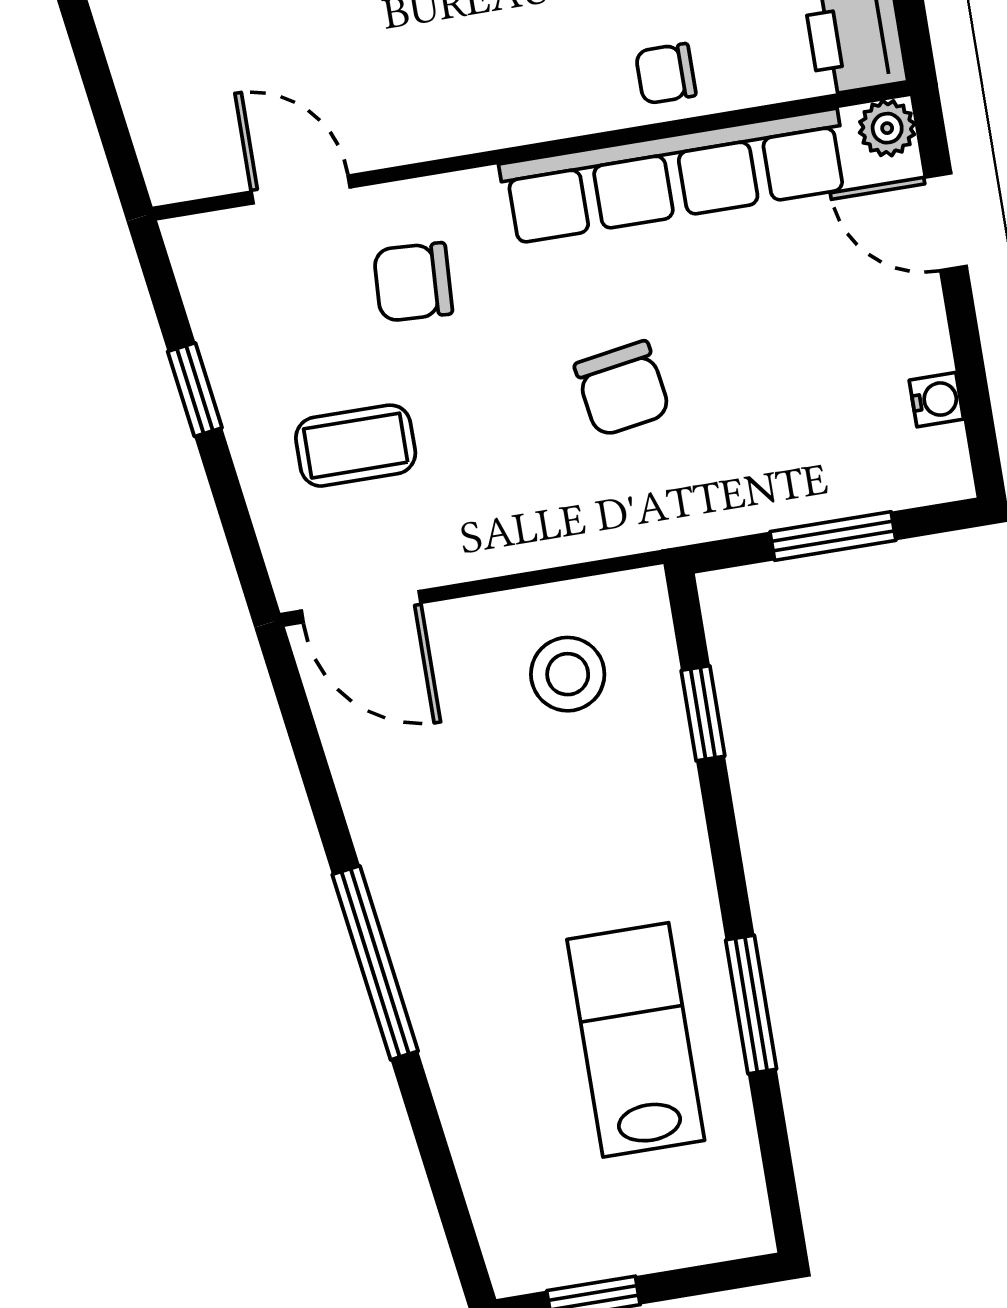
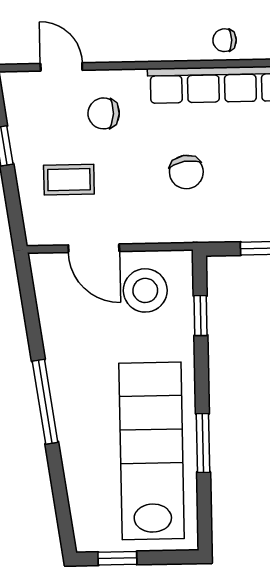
door: (361, 607) -> (94, 248), moved
stool: (568, 674) -> (145, 290), width x1.38, depth x1.38
lab bench: (636, 1040) -> (152, 451), width x1.86, depth x1.39

